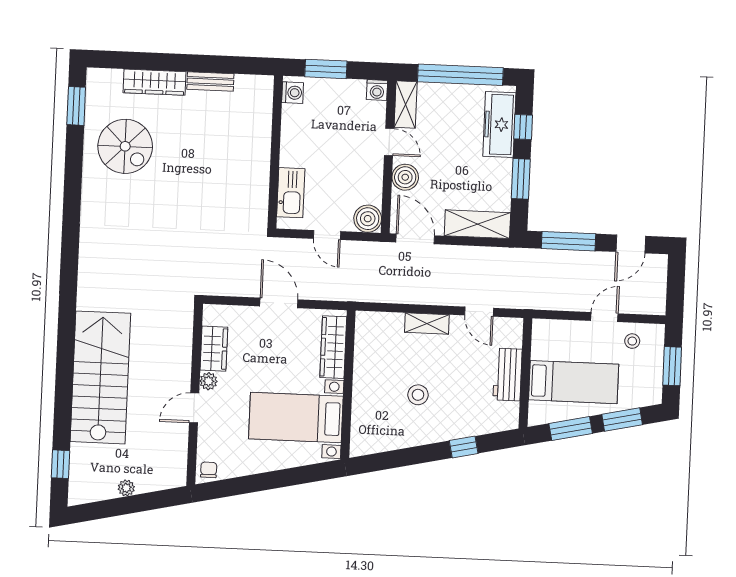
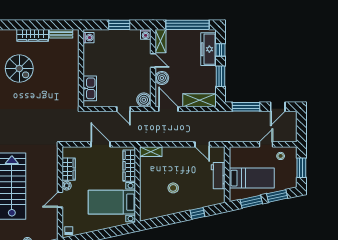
washing machine: (293, 93) -> (89, 38), moved
wall: (275, 152) -> (81, 68), moved
kitchen sink: (291, 193) -> (90, 88), moved
shelving: (427, 323) -> (151, 152), moved

